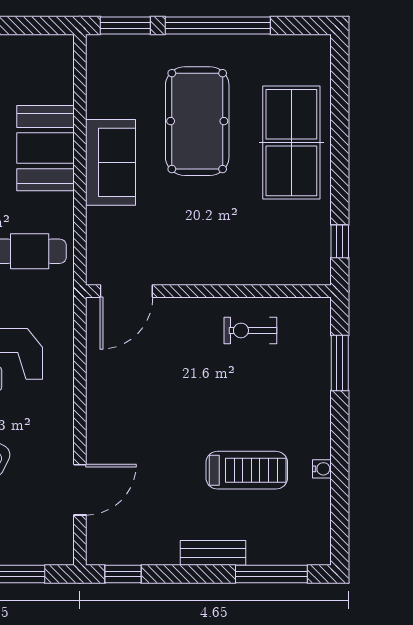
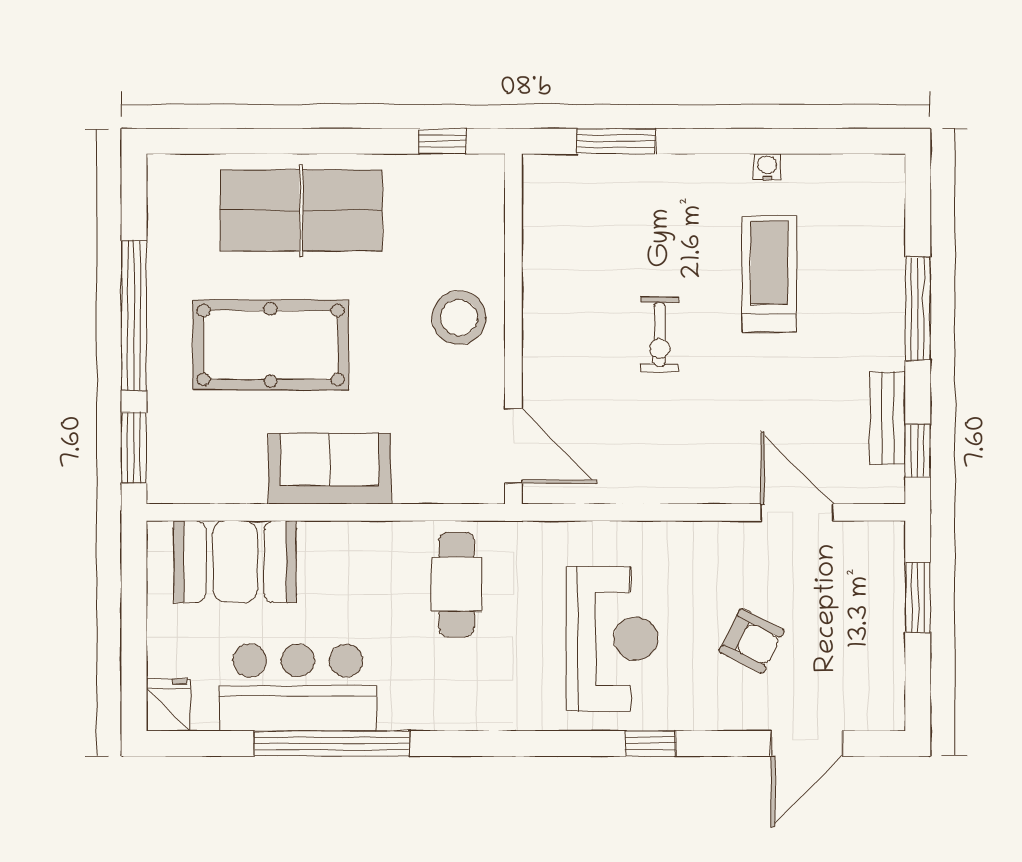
booth: (45, 148) -> (235, 562), moved
stool: (216, 253) -> (459, 318), added
exercise bike: (250, 330) -> (660, 334), moved
bench: (213, 553) -> (887, 418), moved
window: (271, 574) -> (918, 309), moved

